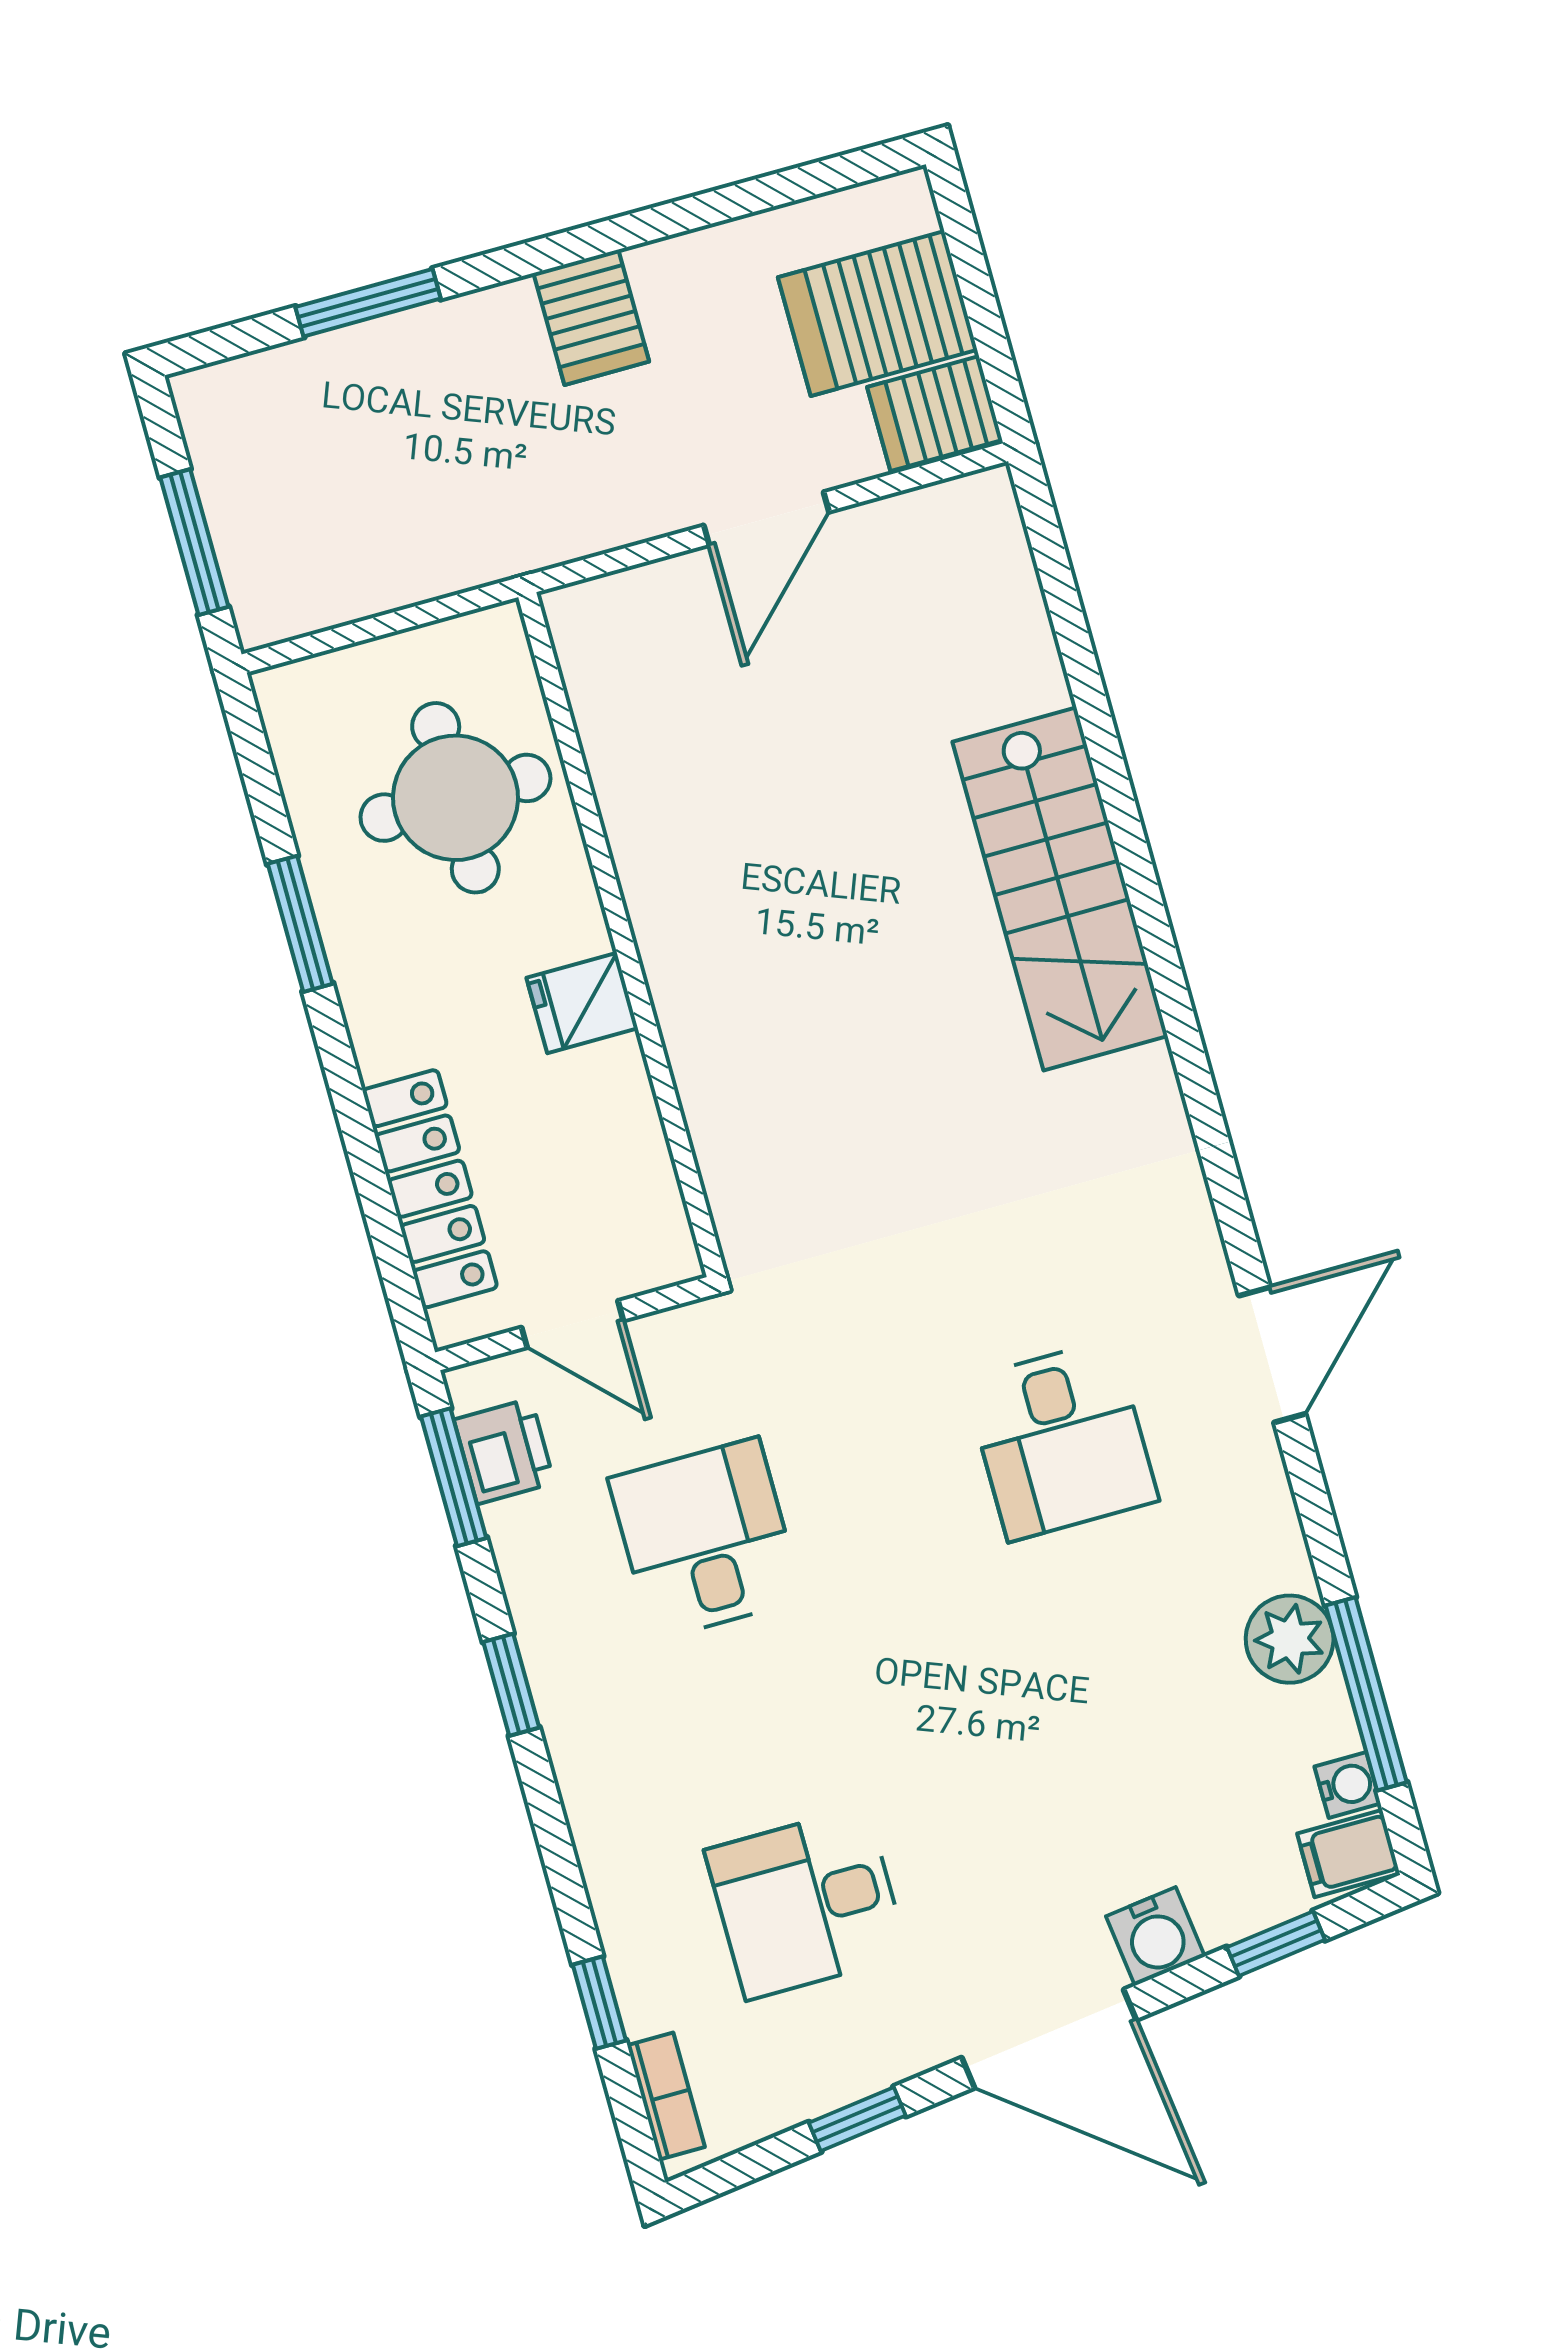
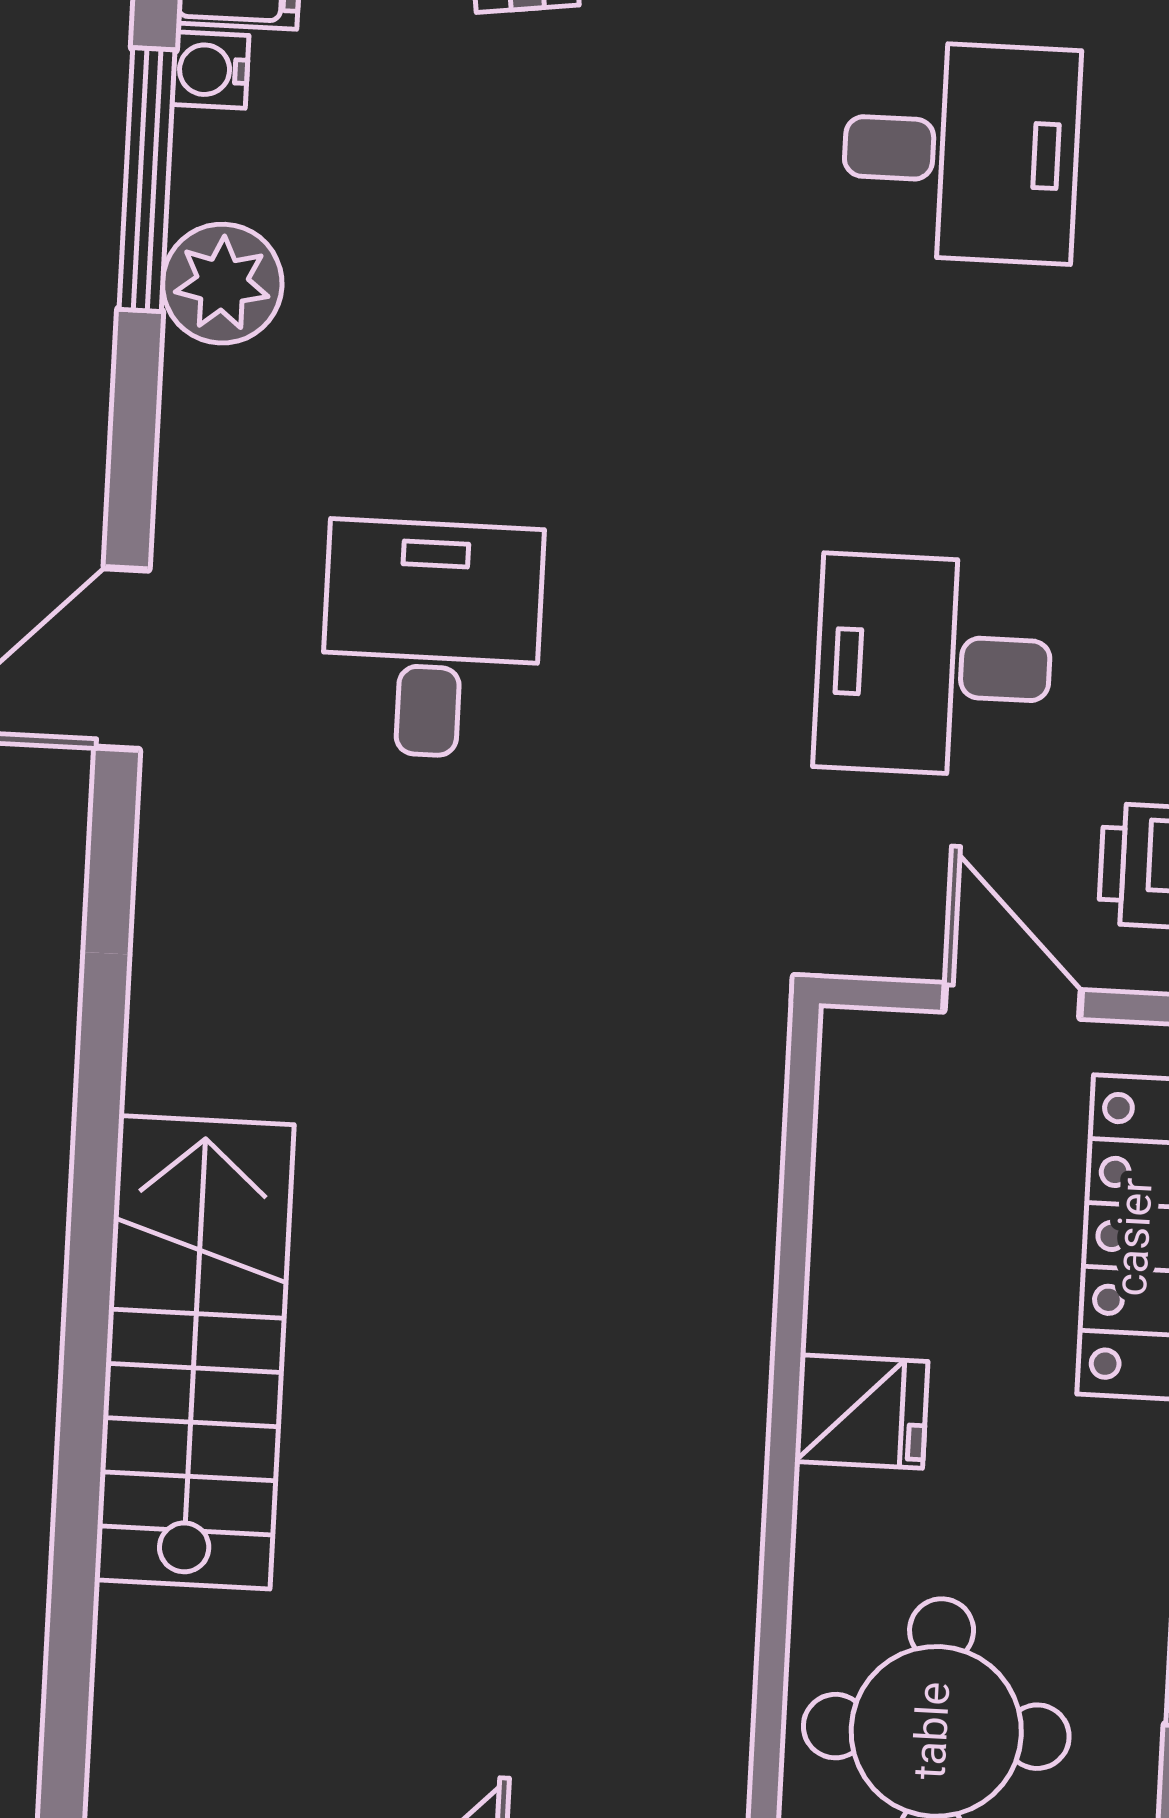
desk: (705, 1539) -> (934, 666), turned 90

